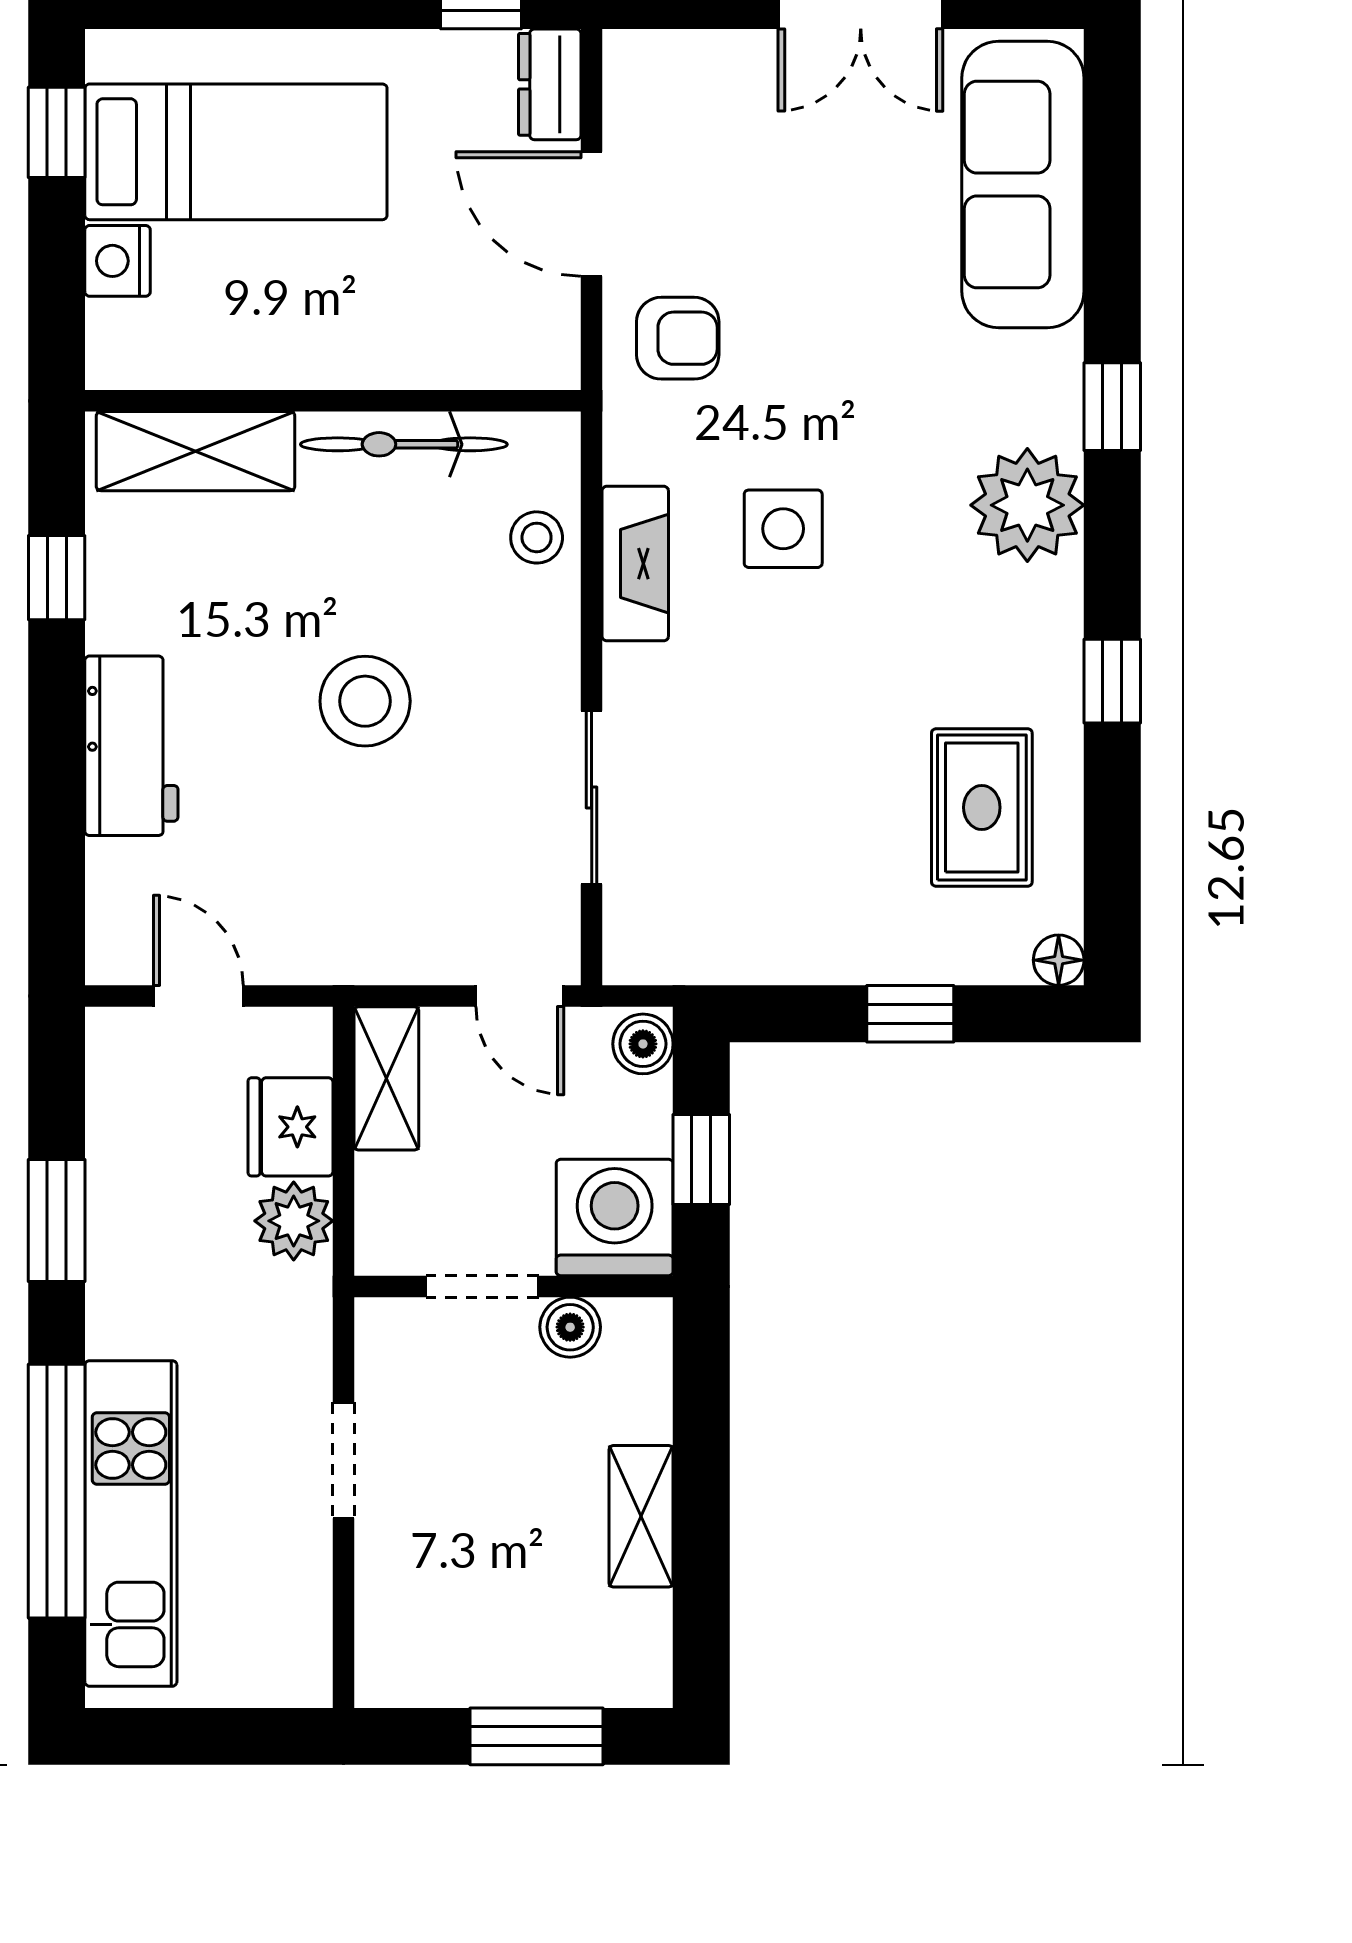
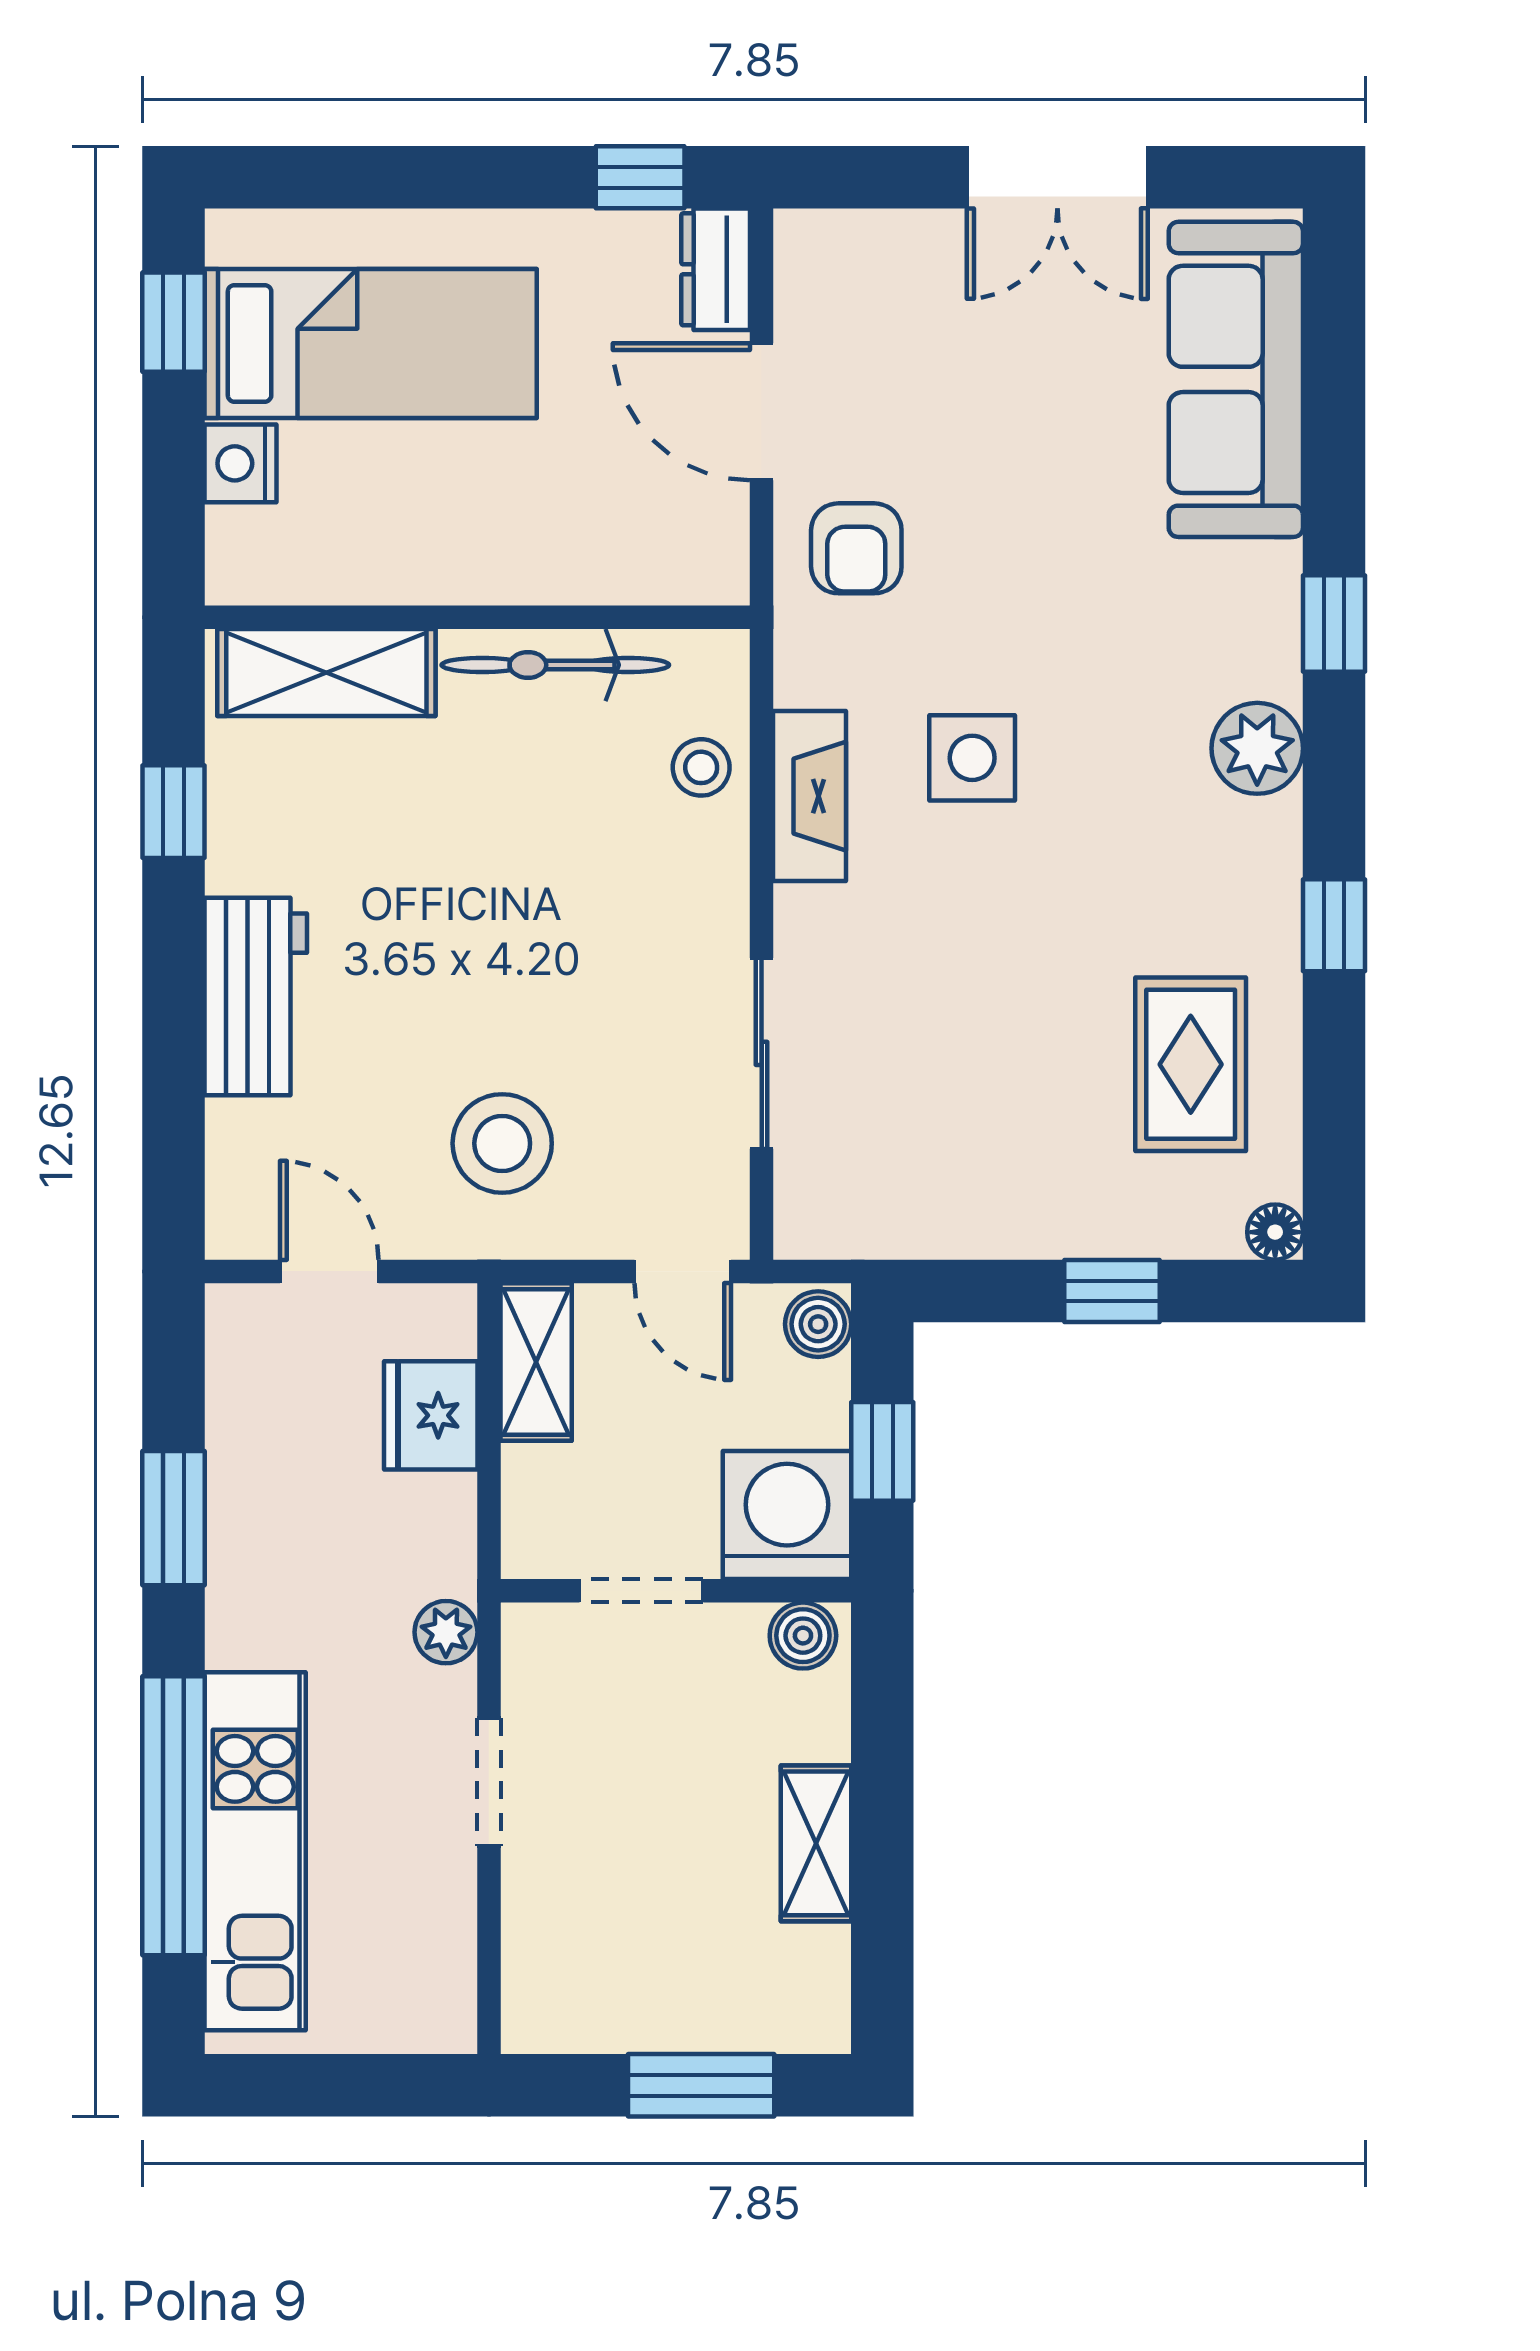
armchair: (678, 338) -> (856, 548), turned 90
plant: (1027, 505) -> (1257, 748), width x0.73, depth x0.73
stool: (365, 701) -> (502, 1143), moved
plant: (294, 1221) -> (446, 1632), moved, width x0.73, depth x0.73
boiler: (570, 1327) -> (803, 1636), moved

